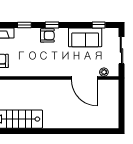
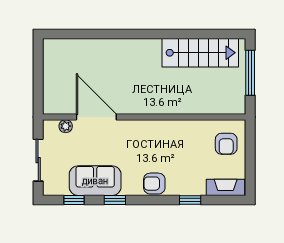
window: (52, 25) -> (115, 200), moved

